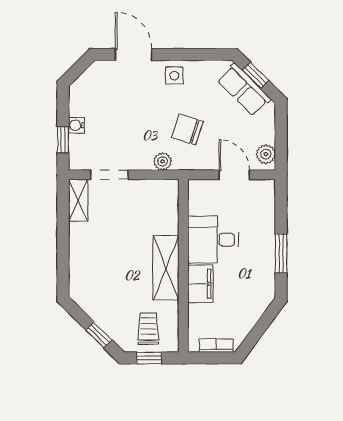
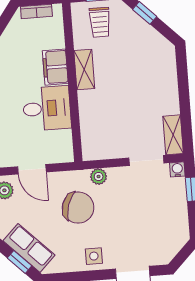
water cooler: (77, 125) -> (177, 169), moved, turned -90
chair: (187, 129) -> (78, 208), width x1.37, depth x1.37
shelving: (166, 268) -> (84, 69), width x0.67, depth x0.75

